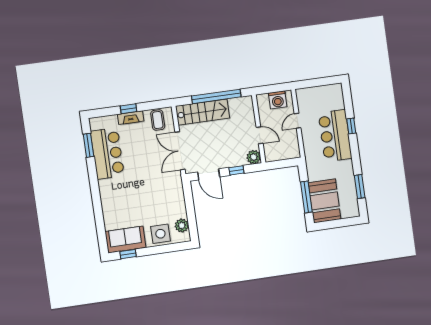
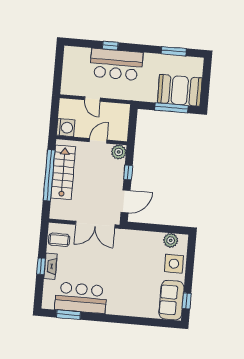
washing machine: (278, 100) -> (66, 128), moved
stairs: (203, 112) -> (63, 172), moved

